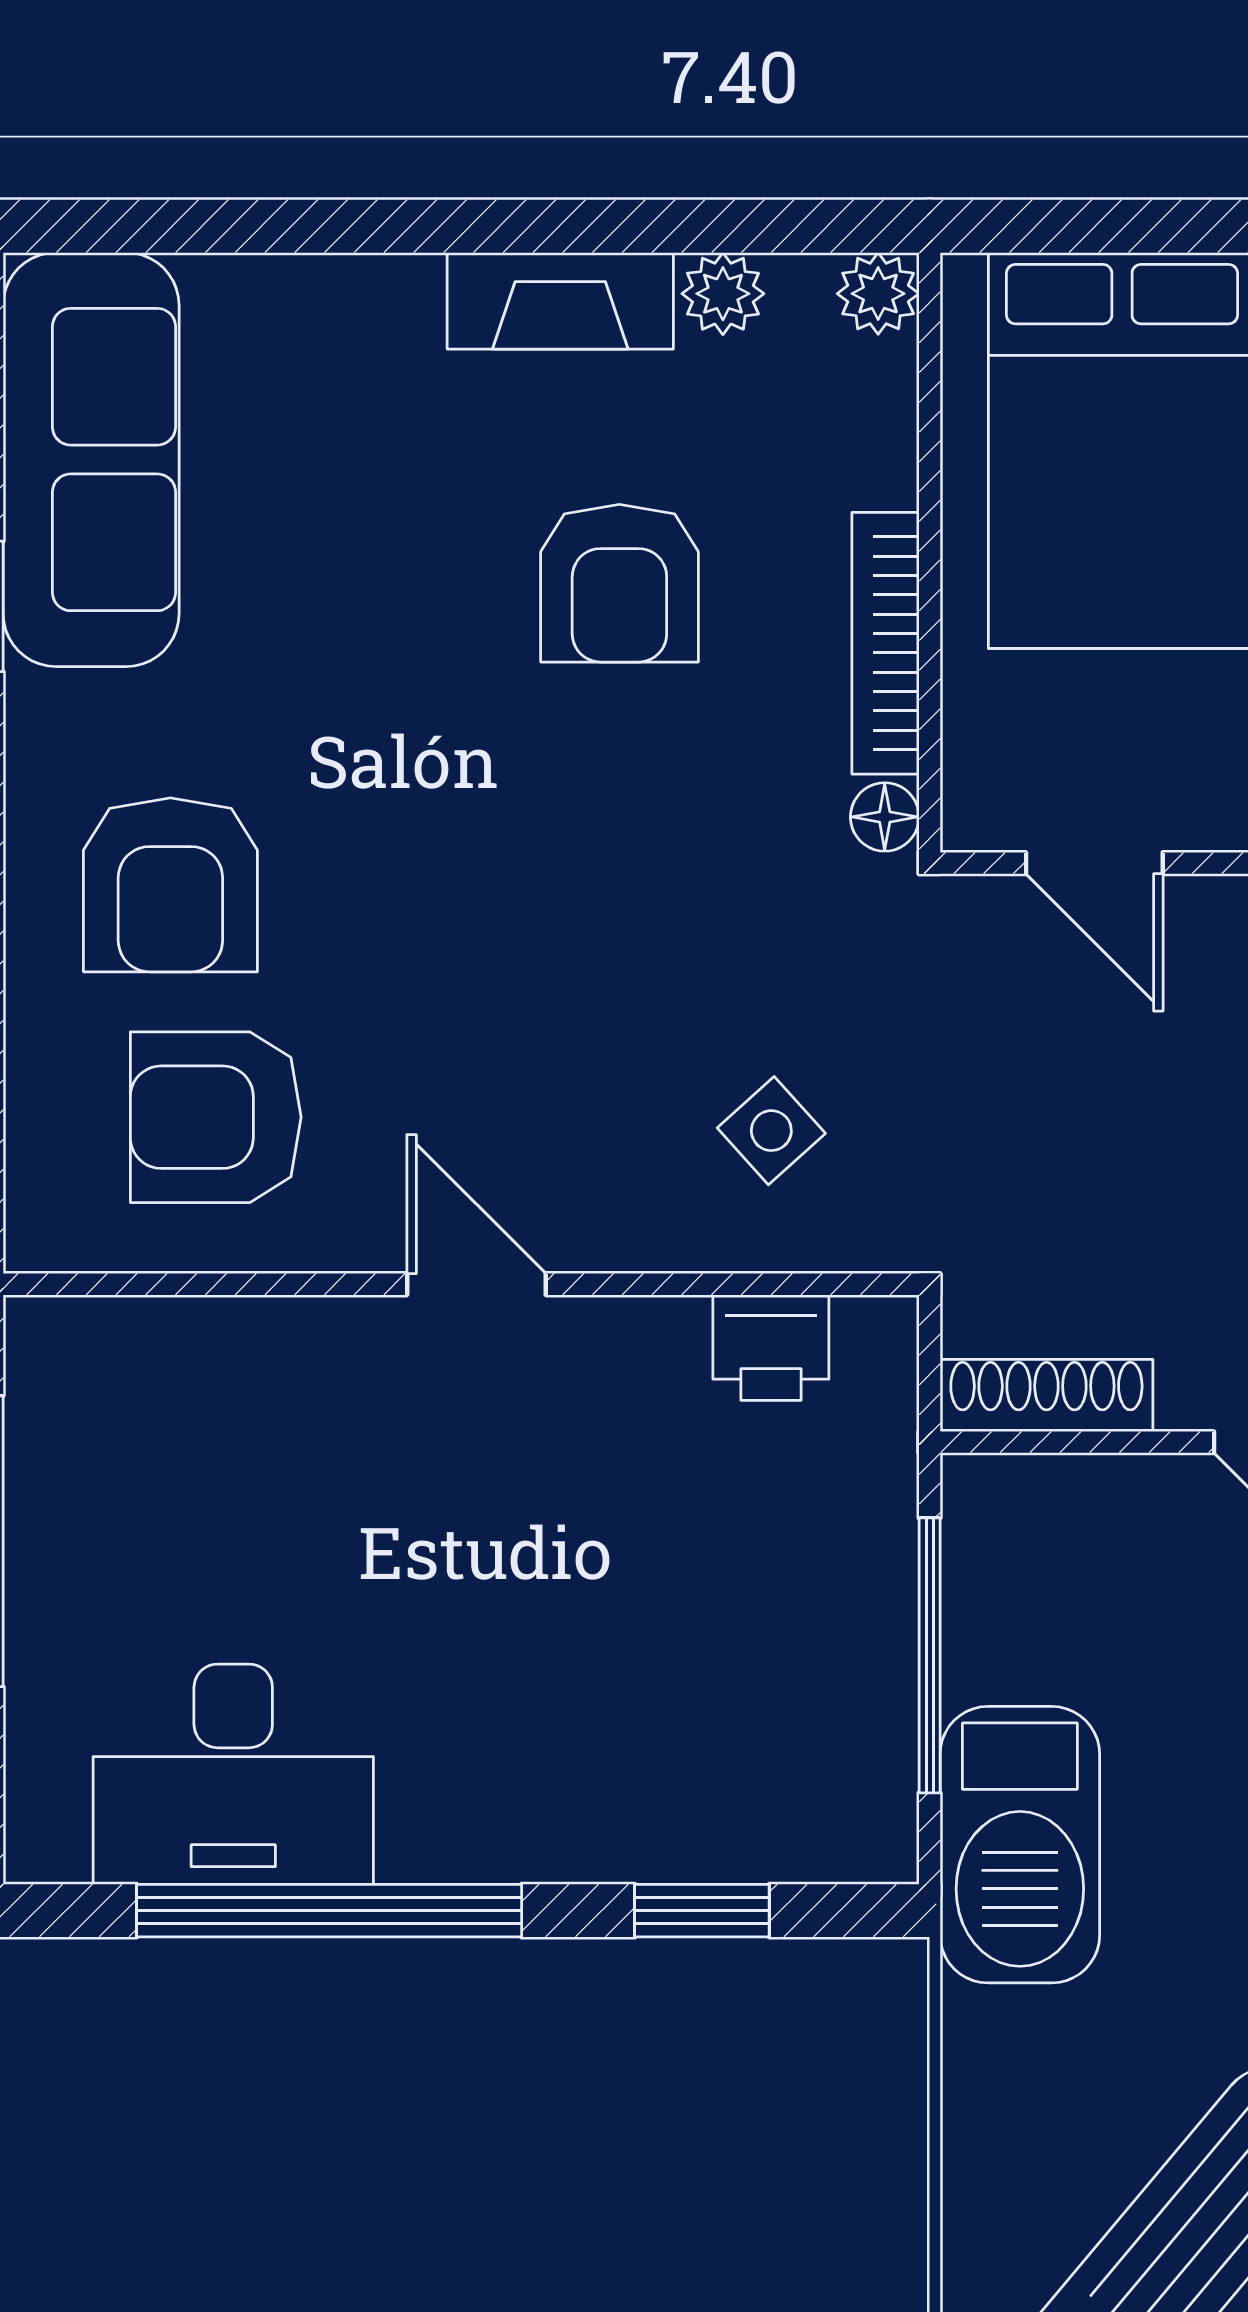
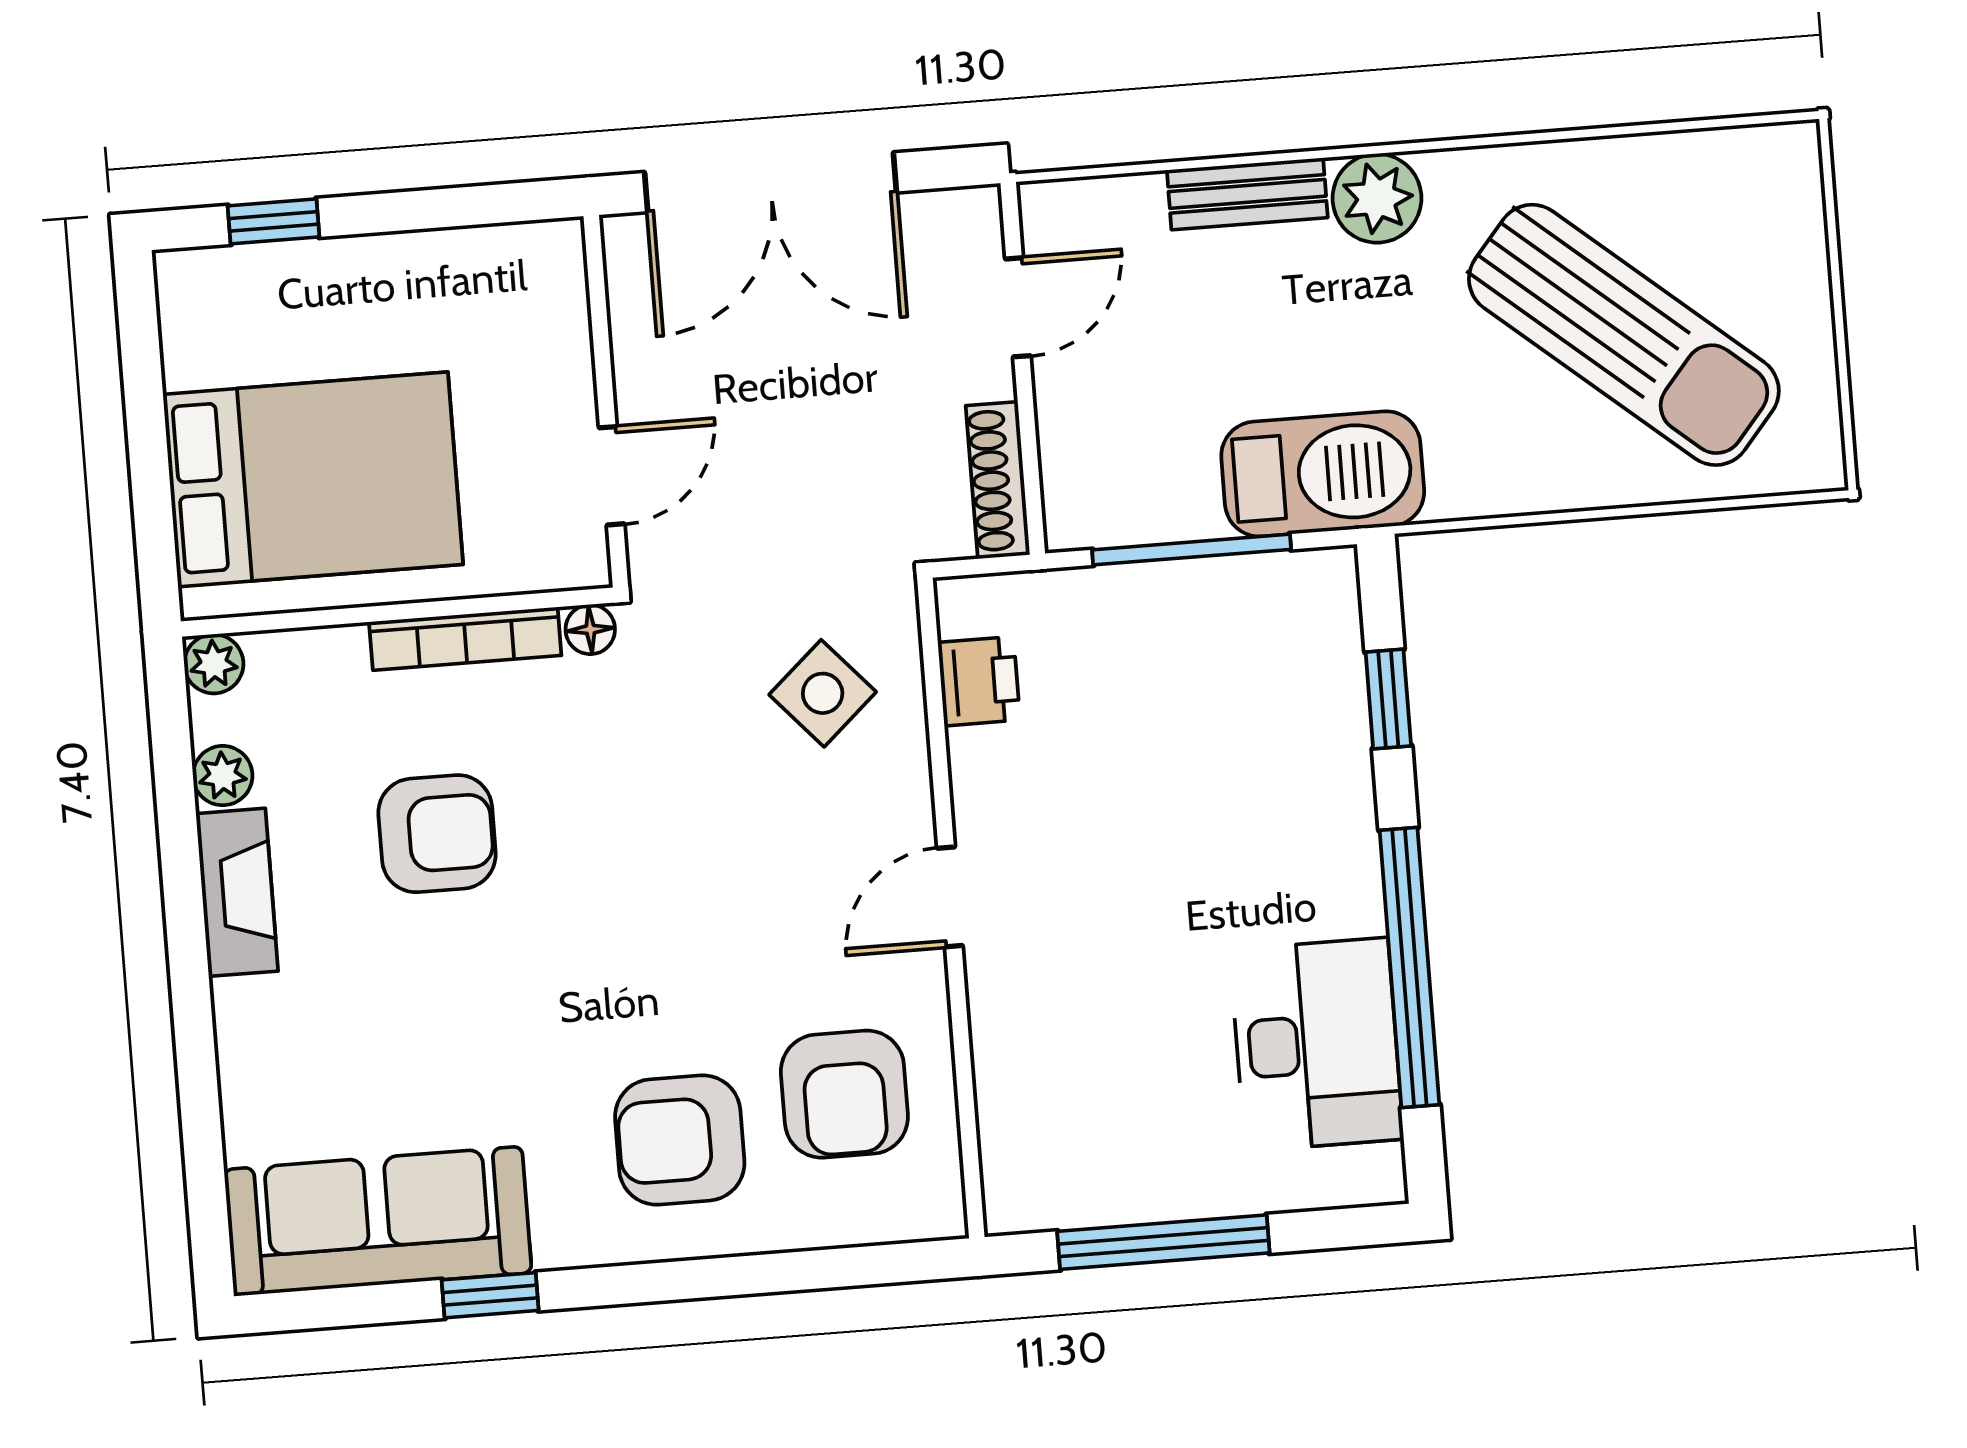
armchair: (170, 885) -> (680, 1140), turned 180
side table: (771, 1131) -> (823, 693), width x1.37, depth x1.37

